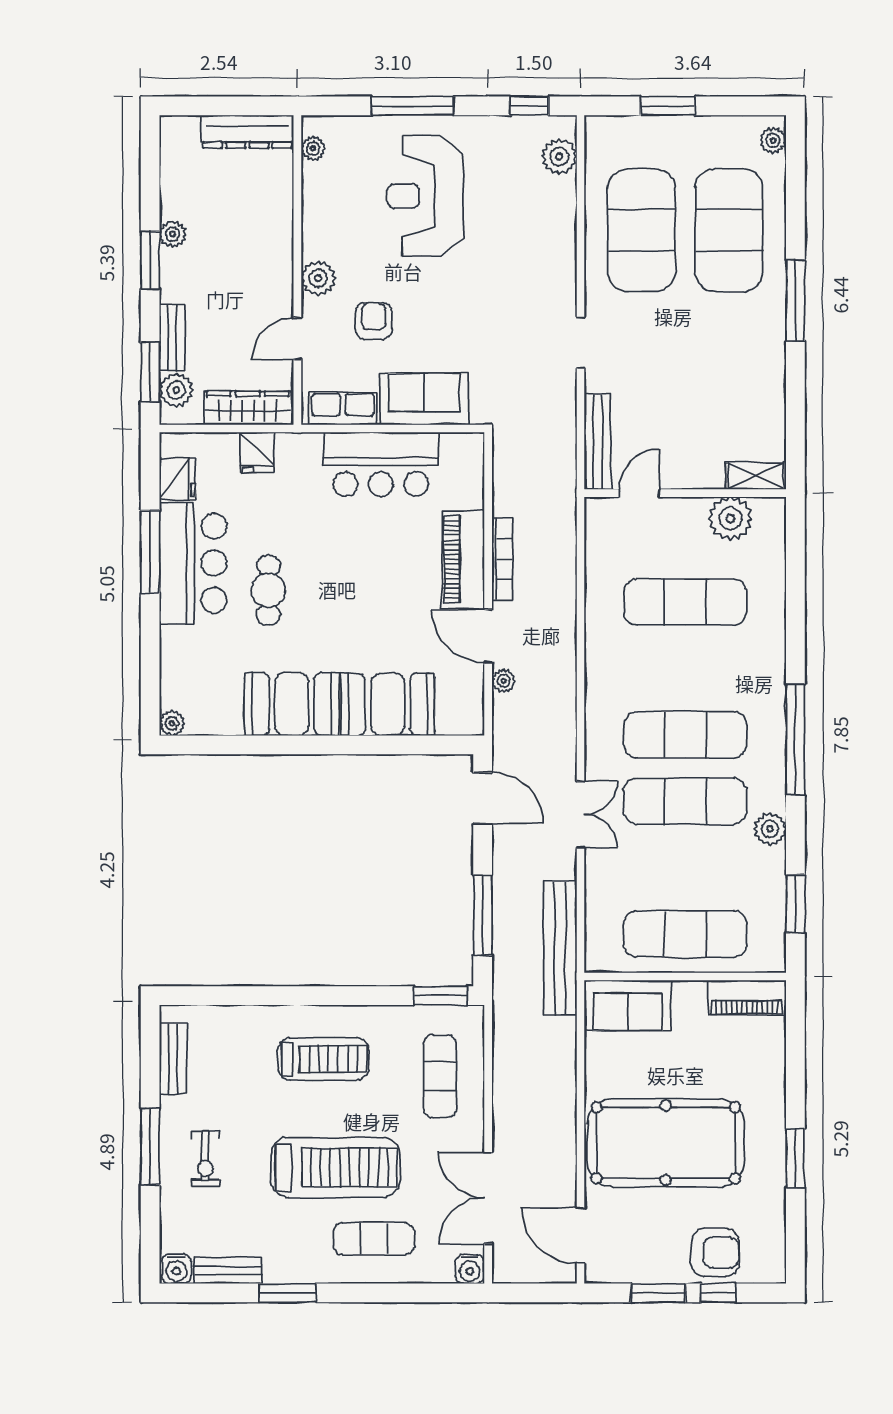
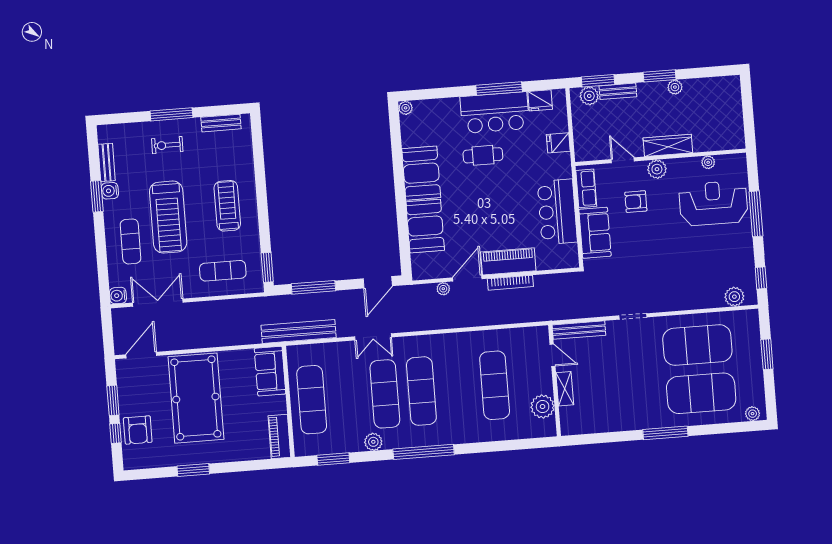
dresser: (247, 132) -> (735, 124), removed
plant: (313, 148) -> (708, 162), moved
reception desk: (425, 196) -> (713, 203), moved
armchair: (374, 321) -> (636, 202), turned 180
wardrobe: (248, 408) -> (668, 145), moved, turned -90
shelving: (756, 476) -> (565, 389), moved
treadmill: (323, 1059) -> (227, 206), turned 180
water cooler: (176, 1269) -> (110, 191), moved

